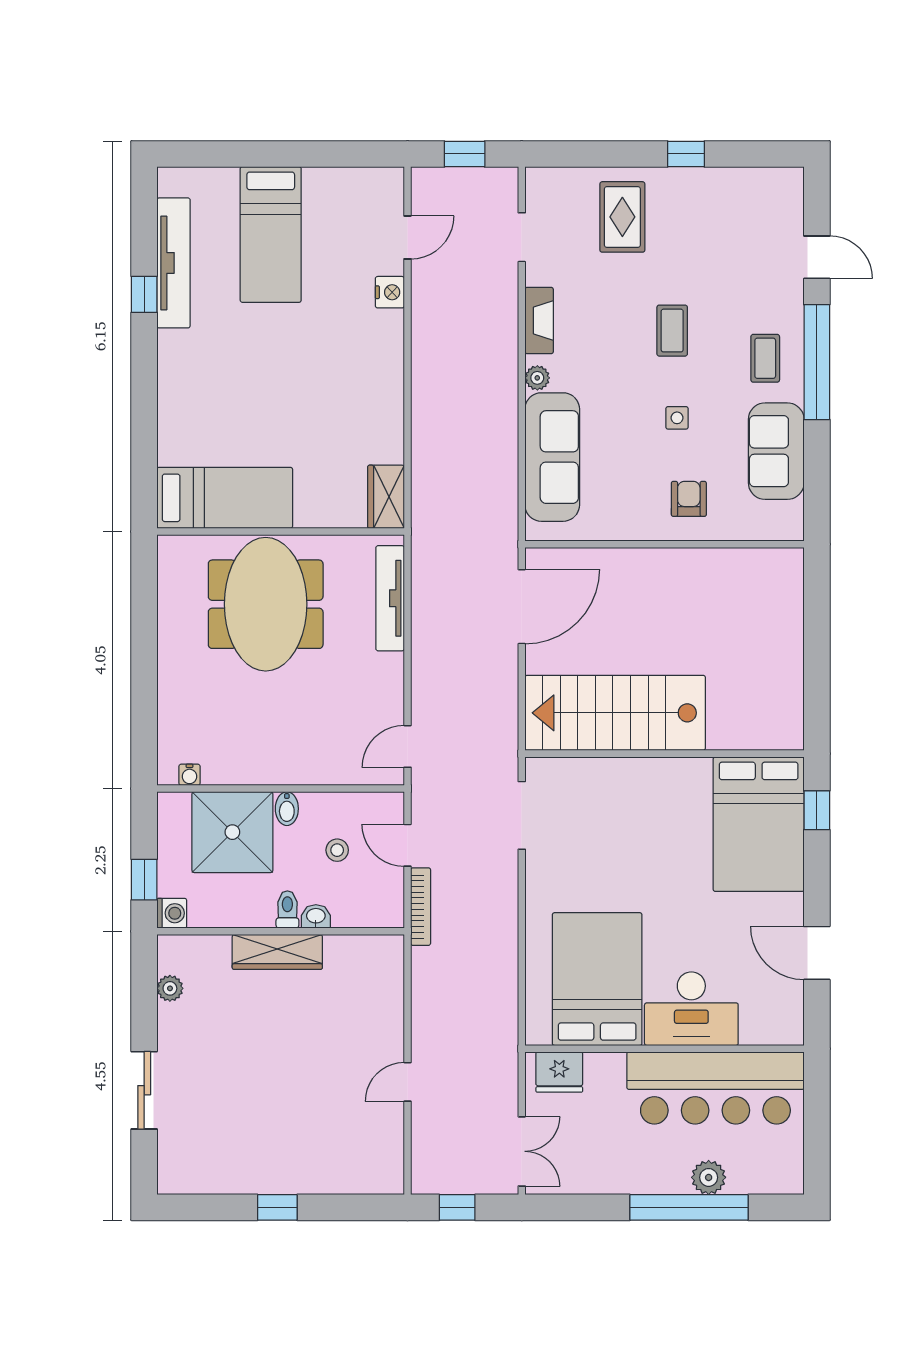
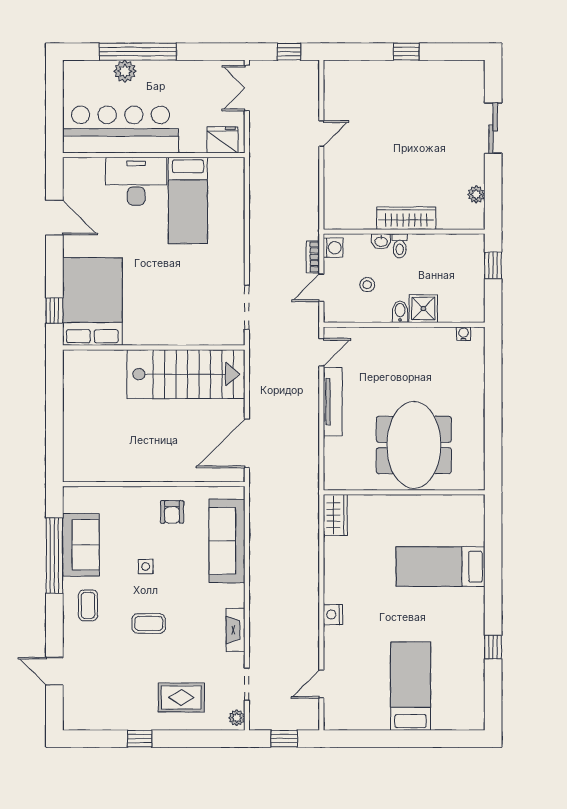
rug: (622, 217) -> (181, 697), turned 90
tv unit: (173, 263) -> (474, 668), removed
nightstand: (390, 292) -> (333, 615), moved
coffee table: (672, 331) -> (149, 623), turned 90
window: (817, 362) -> (54, 556), moved
plant: (537, 378) -> (237, 718), moved
bed: (225, 498) -> (441, 567), moved
armchair: (689, 499) -> (172, 512), moved
tv unit: (390, 598) -> (333, 402), moved
shower: (232, 832) -> (423, 309), width x0.54, depth x0.54
door: (408, 845) -> (321, 288), swing flipped
bookcase: (421, 907) -> (313, 257), width x0.64
washing machine: (172, 913) -> (333, 248), moved, turned 180
bed: (597, 979) -> (188, 200), width x0.67

